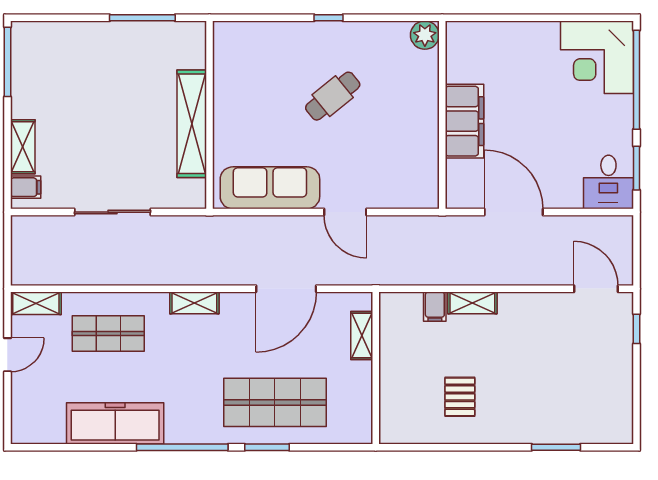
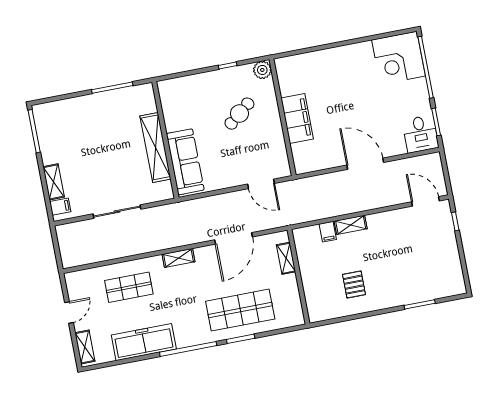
plant: (425, 35) -> (262, 70), moved
wall: (442, 115) -> (283, 117), moved
filing cabinet: (464, 121) -> (297, 119), moved
sofa: (270, 188) -> (185, 162), moved, turned 90
shelving: (36, 303) -> (85, 347), moved, turned 90

